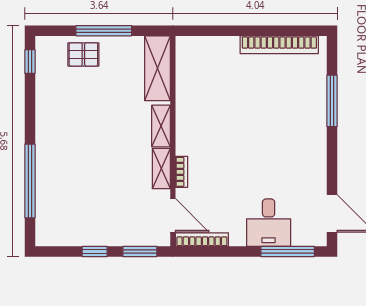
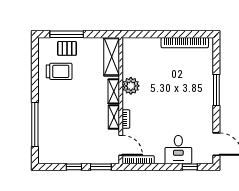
window: (104, 31) -> (67, 34), moved
window: (30, 62) -> (35, 53), removed
trolley: (70, 93) -> (59, 71), added
window: (332, 101) -> (216, 90), moved
plant: (190, 117) -> (131, 86), added
window: (288, 251) -> (190, 167), width x0.46

